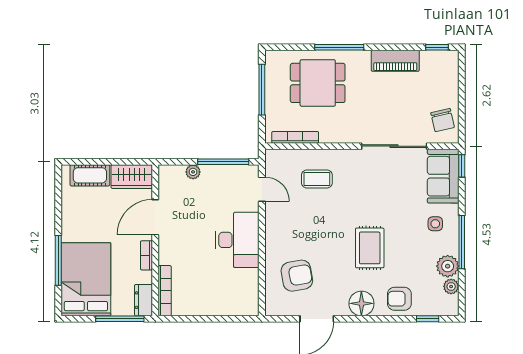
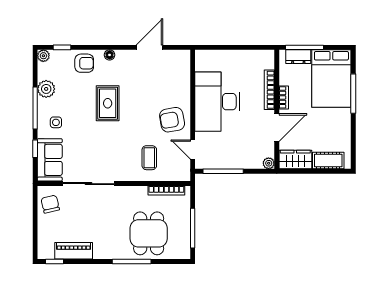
piano: (395, 61) -> (74, 251), moved
dining table: (318, 83) -> (149, 233), turned 90
window: (462, 166) -> (35, 149), moved
plant: (193, 172) -> (269, 163), moved
coffee table: (317, 179) -> (149, 158), turned 90
desk: (237, 240) -> (217, 102), width x1.36, depth x1.30
armchair: (297, 276) -> (172, 120), moved
plant: (451, 286) -> (43, 56), moved
bookcase: (165, 291) -> (269, 90), moved
dresser: (143, 300) -> (298, 57), moved, turned 90
floor lamp: (361, 303) -> (110, 55), width x0.53, depth x0.53

